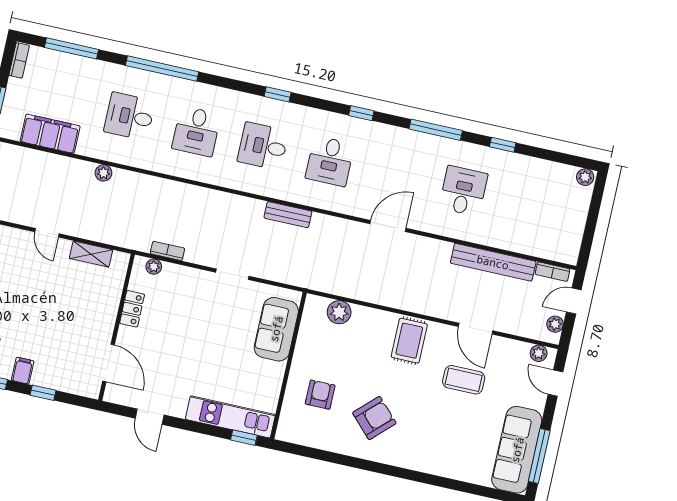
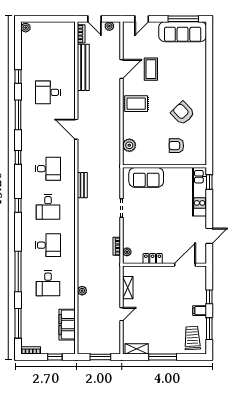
plant: (539, 353) -> (127, 32), removed

